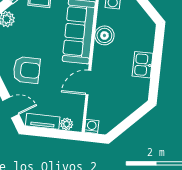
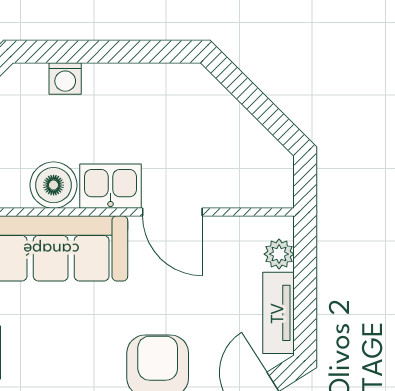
kitchen sink: (143, 65) -> (110, 186), moved, turned 180
washing machine: (92, 126) -> (65, 79), moved, turned -90

